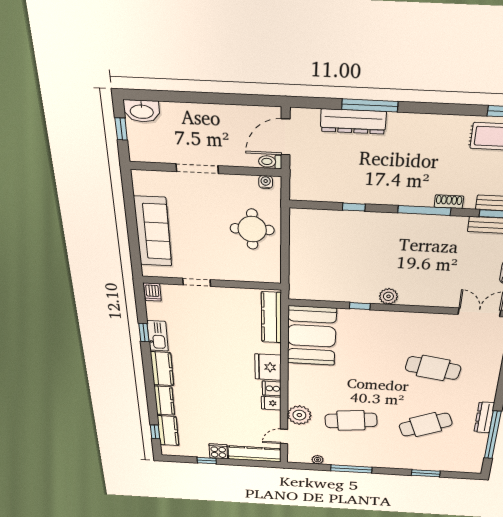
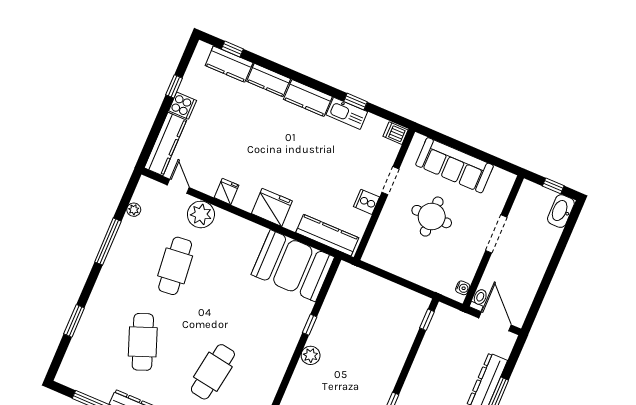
window: (354, 207) -> (427, 320), moved
round table: (252, 229) -> (432, 217), moved
cooker: (272, 388) -> (366, 202), moved, turned -90

